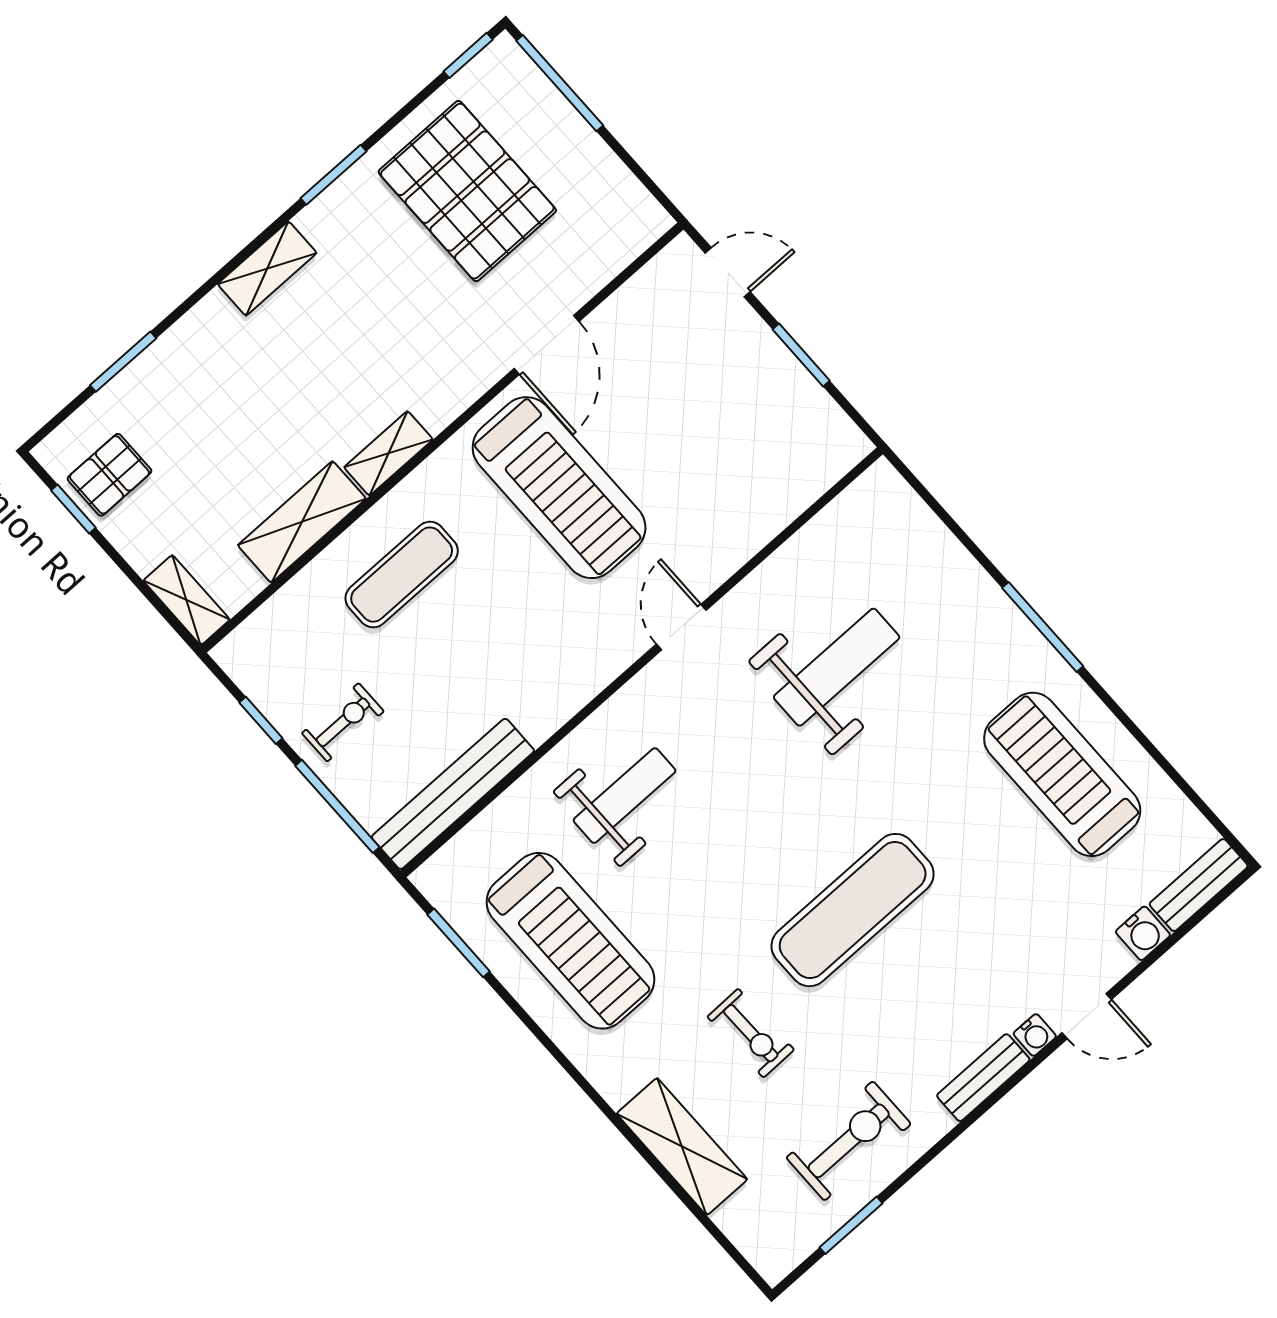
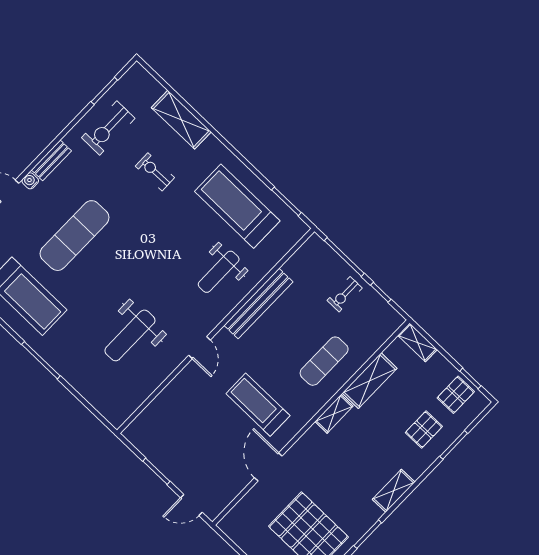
pallet: (188, 402) -> (424, 430), added
treadmill: (559, 488) -> (258, 405), width x0.73, depth x0.73
bench: (453, 794) -> (258, 304), moved
exercise mat: (853, 910) -> (75, 236), moved

